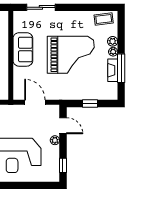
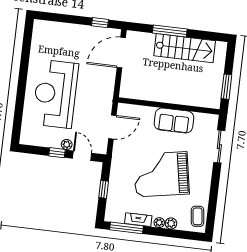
grand piano: (71, 55) -> (161, 174), turned 80
window: (121, 68) -> (127, 228), moved
door: (63, 126) -> (82, 156), swing flipped
window: (63, 165) -> (57, 153), moved

